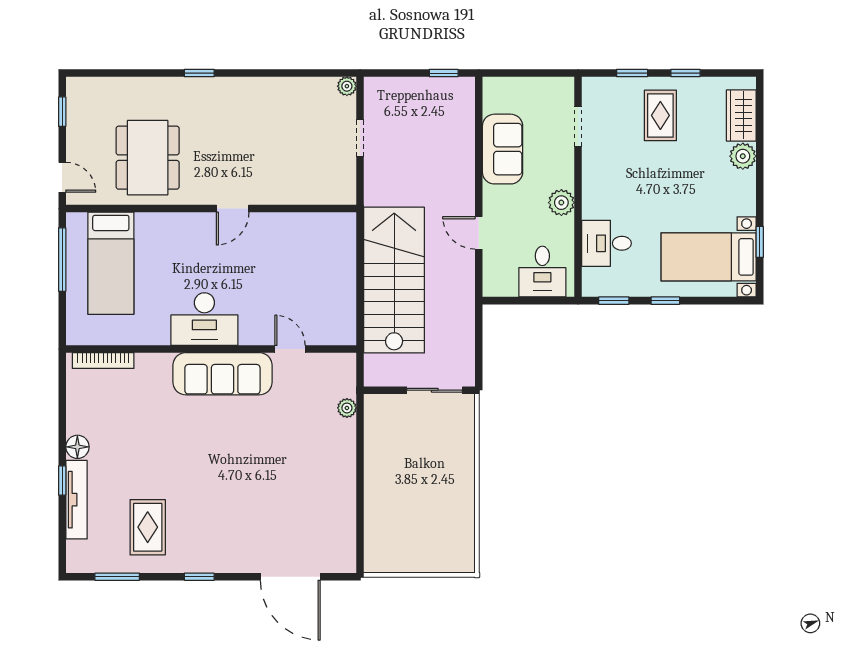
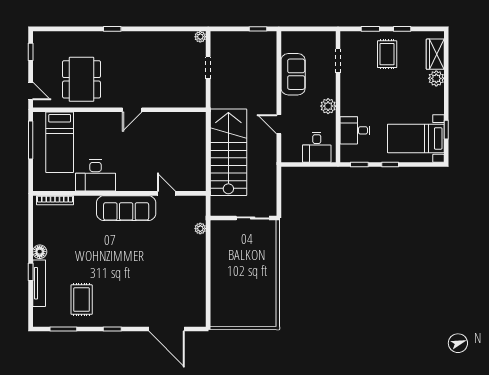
desk: (204, 319) -> (95, 176), moved

